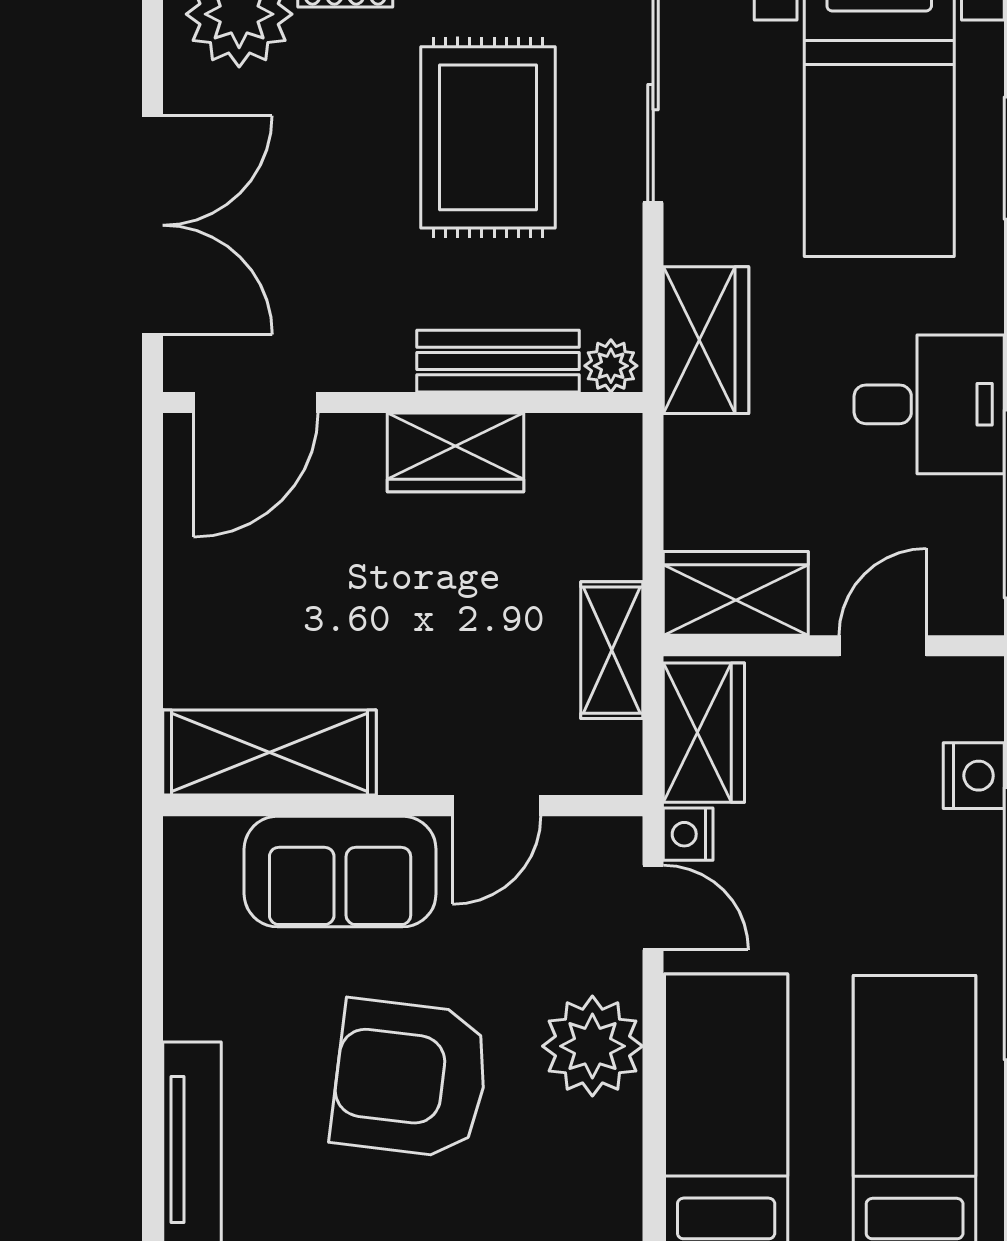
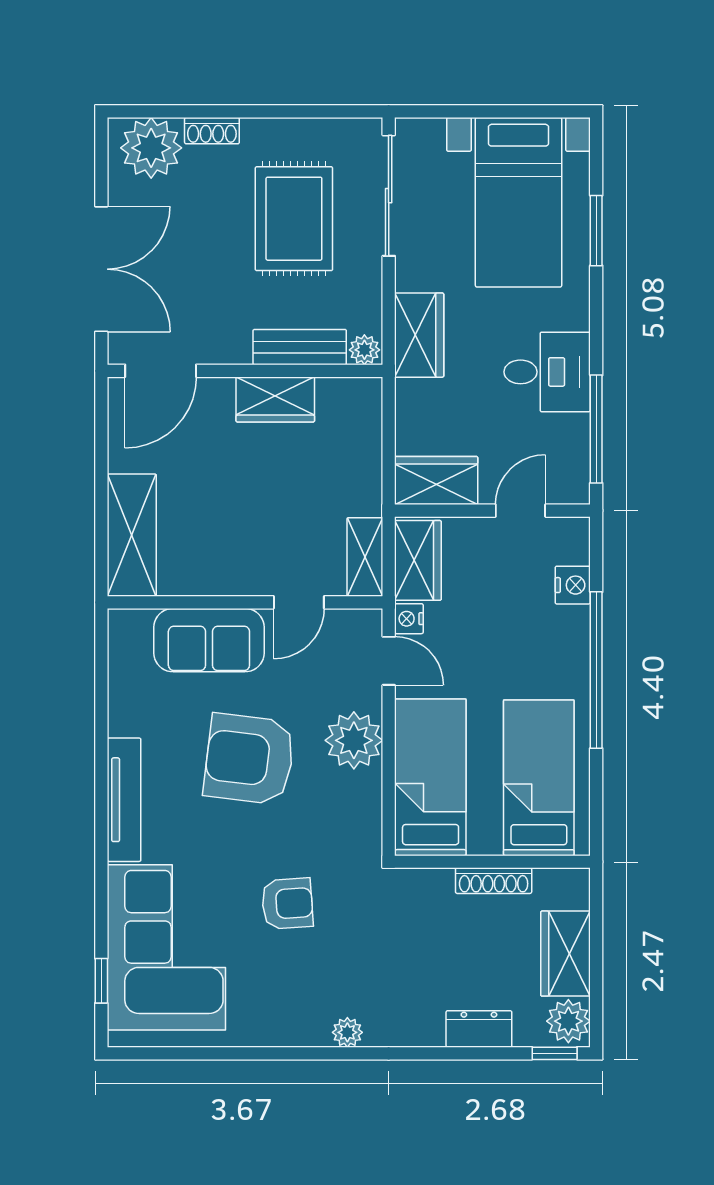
shelving: (612, 650) -> (365, 557), moved
shelving: (269, 753) -> (132, 535), moved, turned 90

